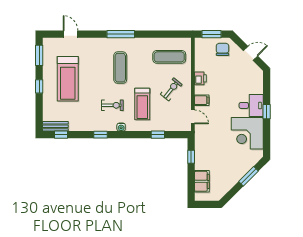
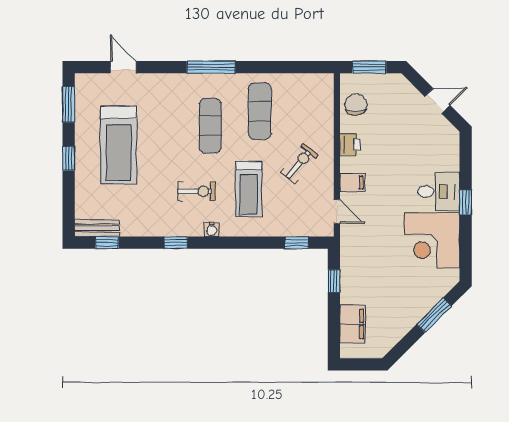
chair: (223, 49) -> (356, 105), moved
exercise mat: (169, 57) -> (260, 111), moved, turned 90
window: (158, 135) -> (297, 243), moved

